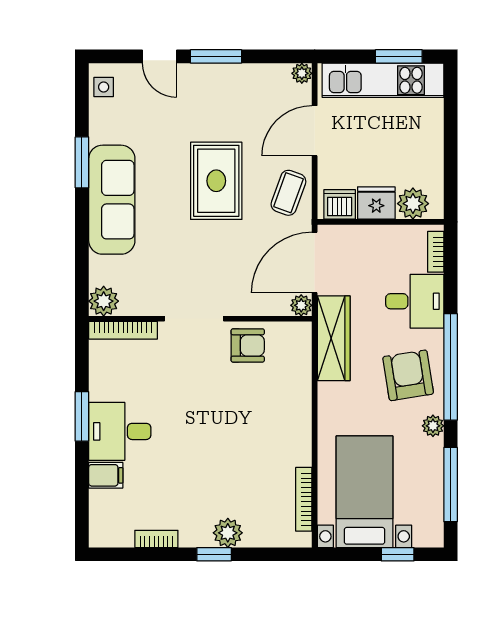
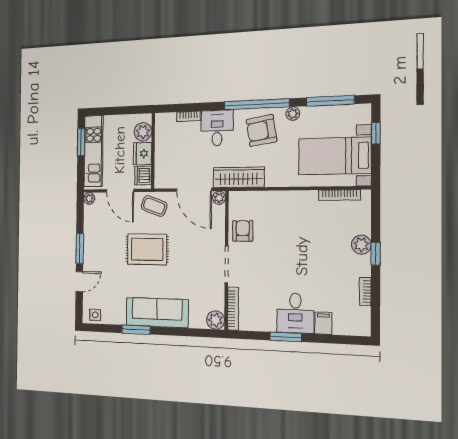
fridge: (376, 203) -> (142, 154), moved
dishwasher: (340, 204) -> (143, 175), moved
plant: (413, 204) -> (143, 132), moved
wall: (381, 222) -> (153, 151), moved

